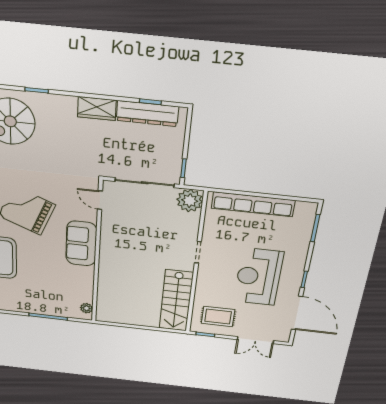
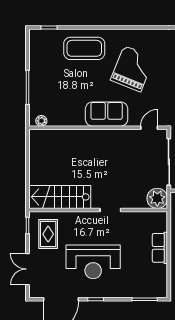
row of seats: (253, 204) -> (160, 248), width x0.50
reception desk: (258, 277) -> (93, 262), turned 180

